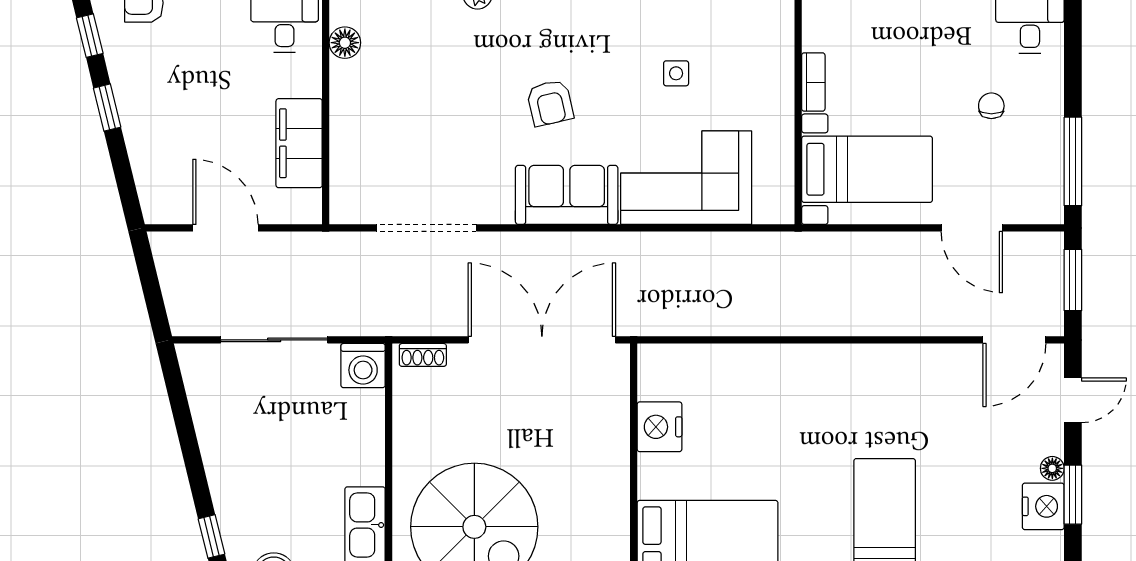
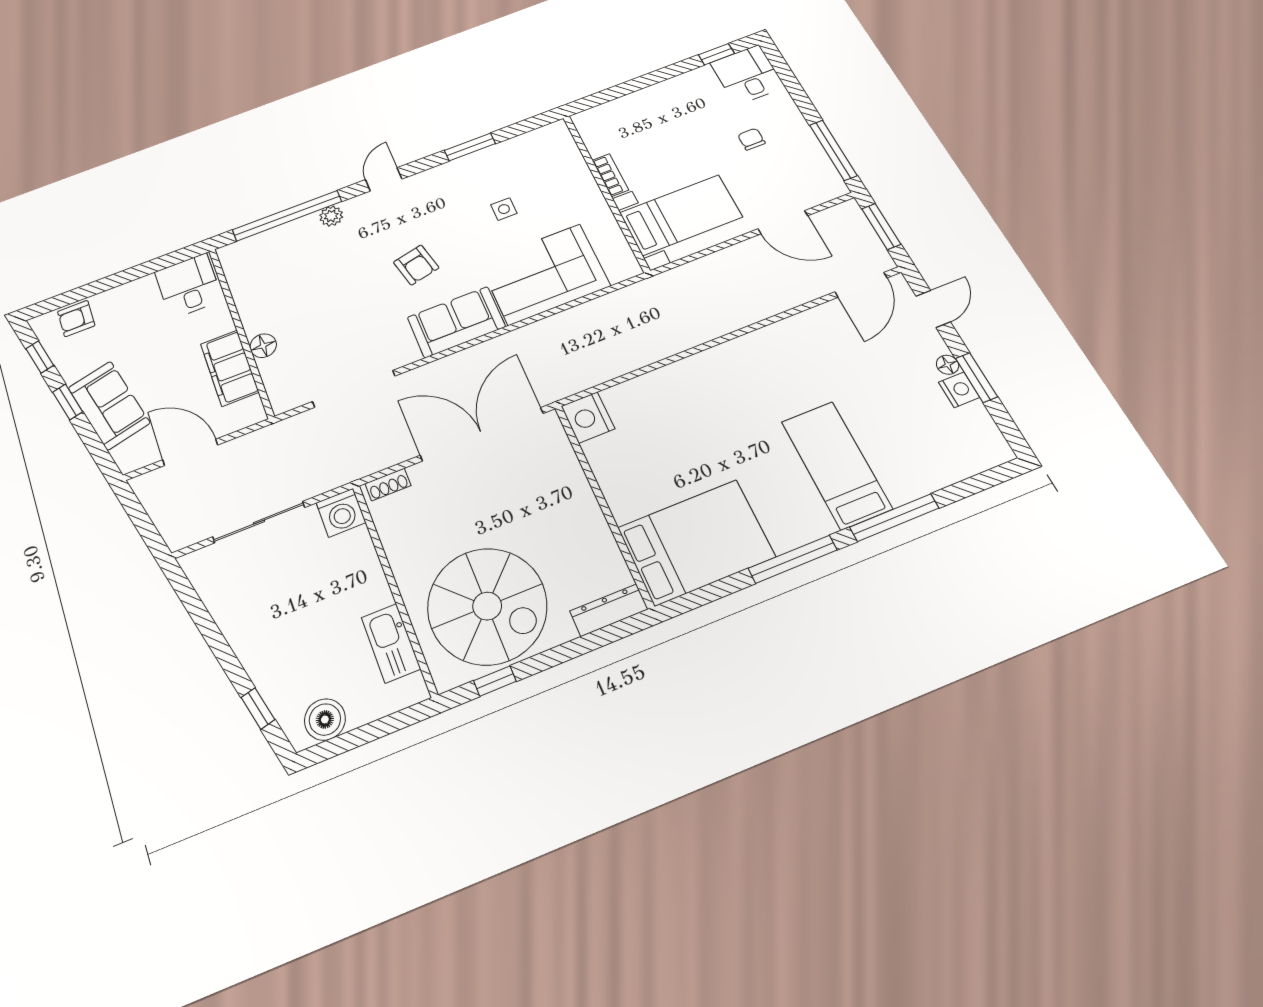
floor lamp: (345, 43) -> (263, 346), moved
sofa: (152, 132) -> (109, 405), added
nightstand: (659, 427) -> (588, 417), moved
nightstand: (1043, 506) -> (959, 390), width x0.74, depth x0.75

